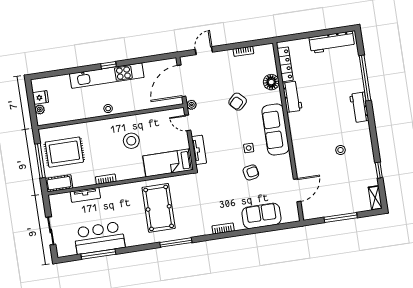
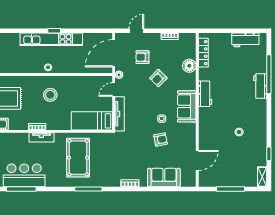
workbench: (332, 42) -> (245, 40), width x0.73
armchair: (216, 80) -> (142, 57), added
workbench: (292, 97) -> (205, 94), moved
workbench: (359, 107) -> (260, 86), moved
door: (188, 123) -> (114, 89), hinge flipped
sofa: (275, 129) -> (187, 106), width x0.73
stool: (131, 141) -> (50, 95), moved
tv unit: (199, 150) -> (120, 114), width x1.41
tv unit: (85, 195) -> (41, 137), moved

